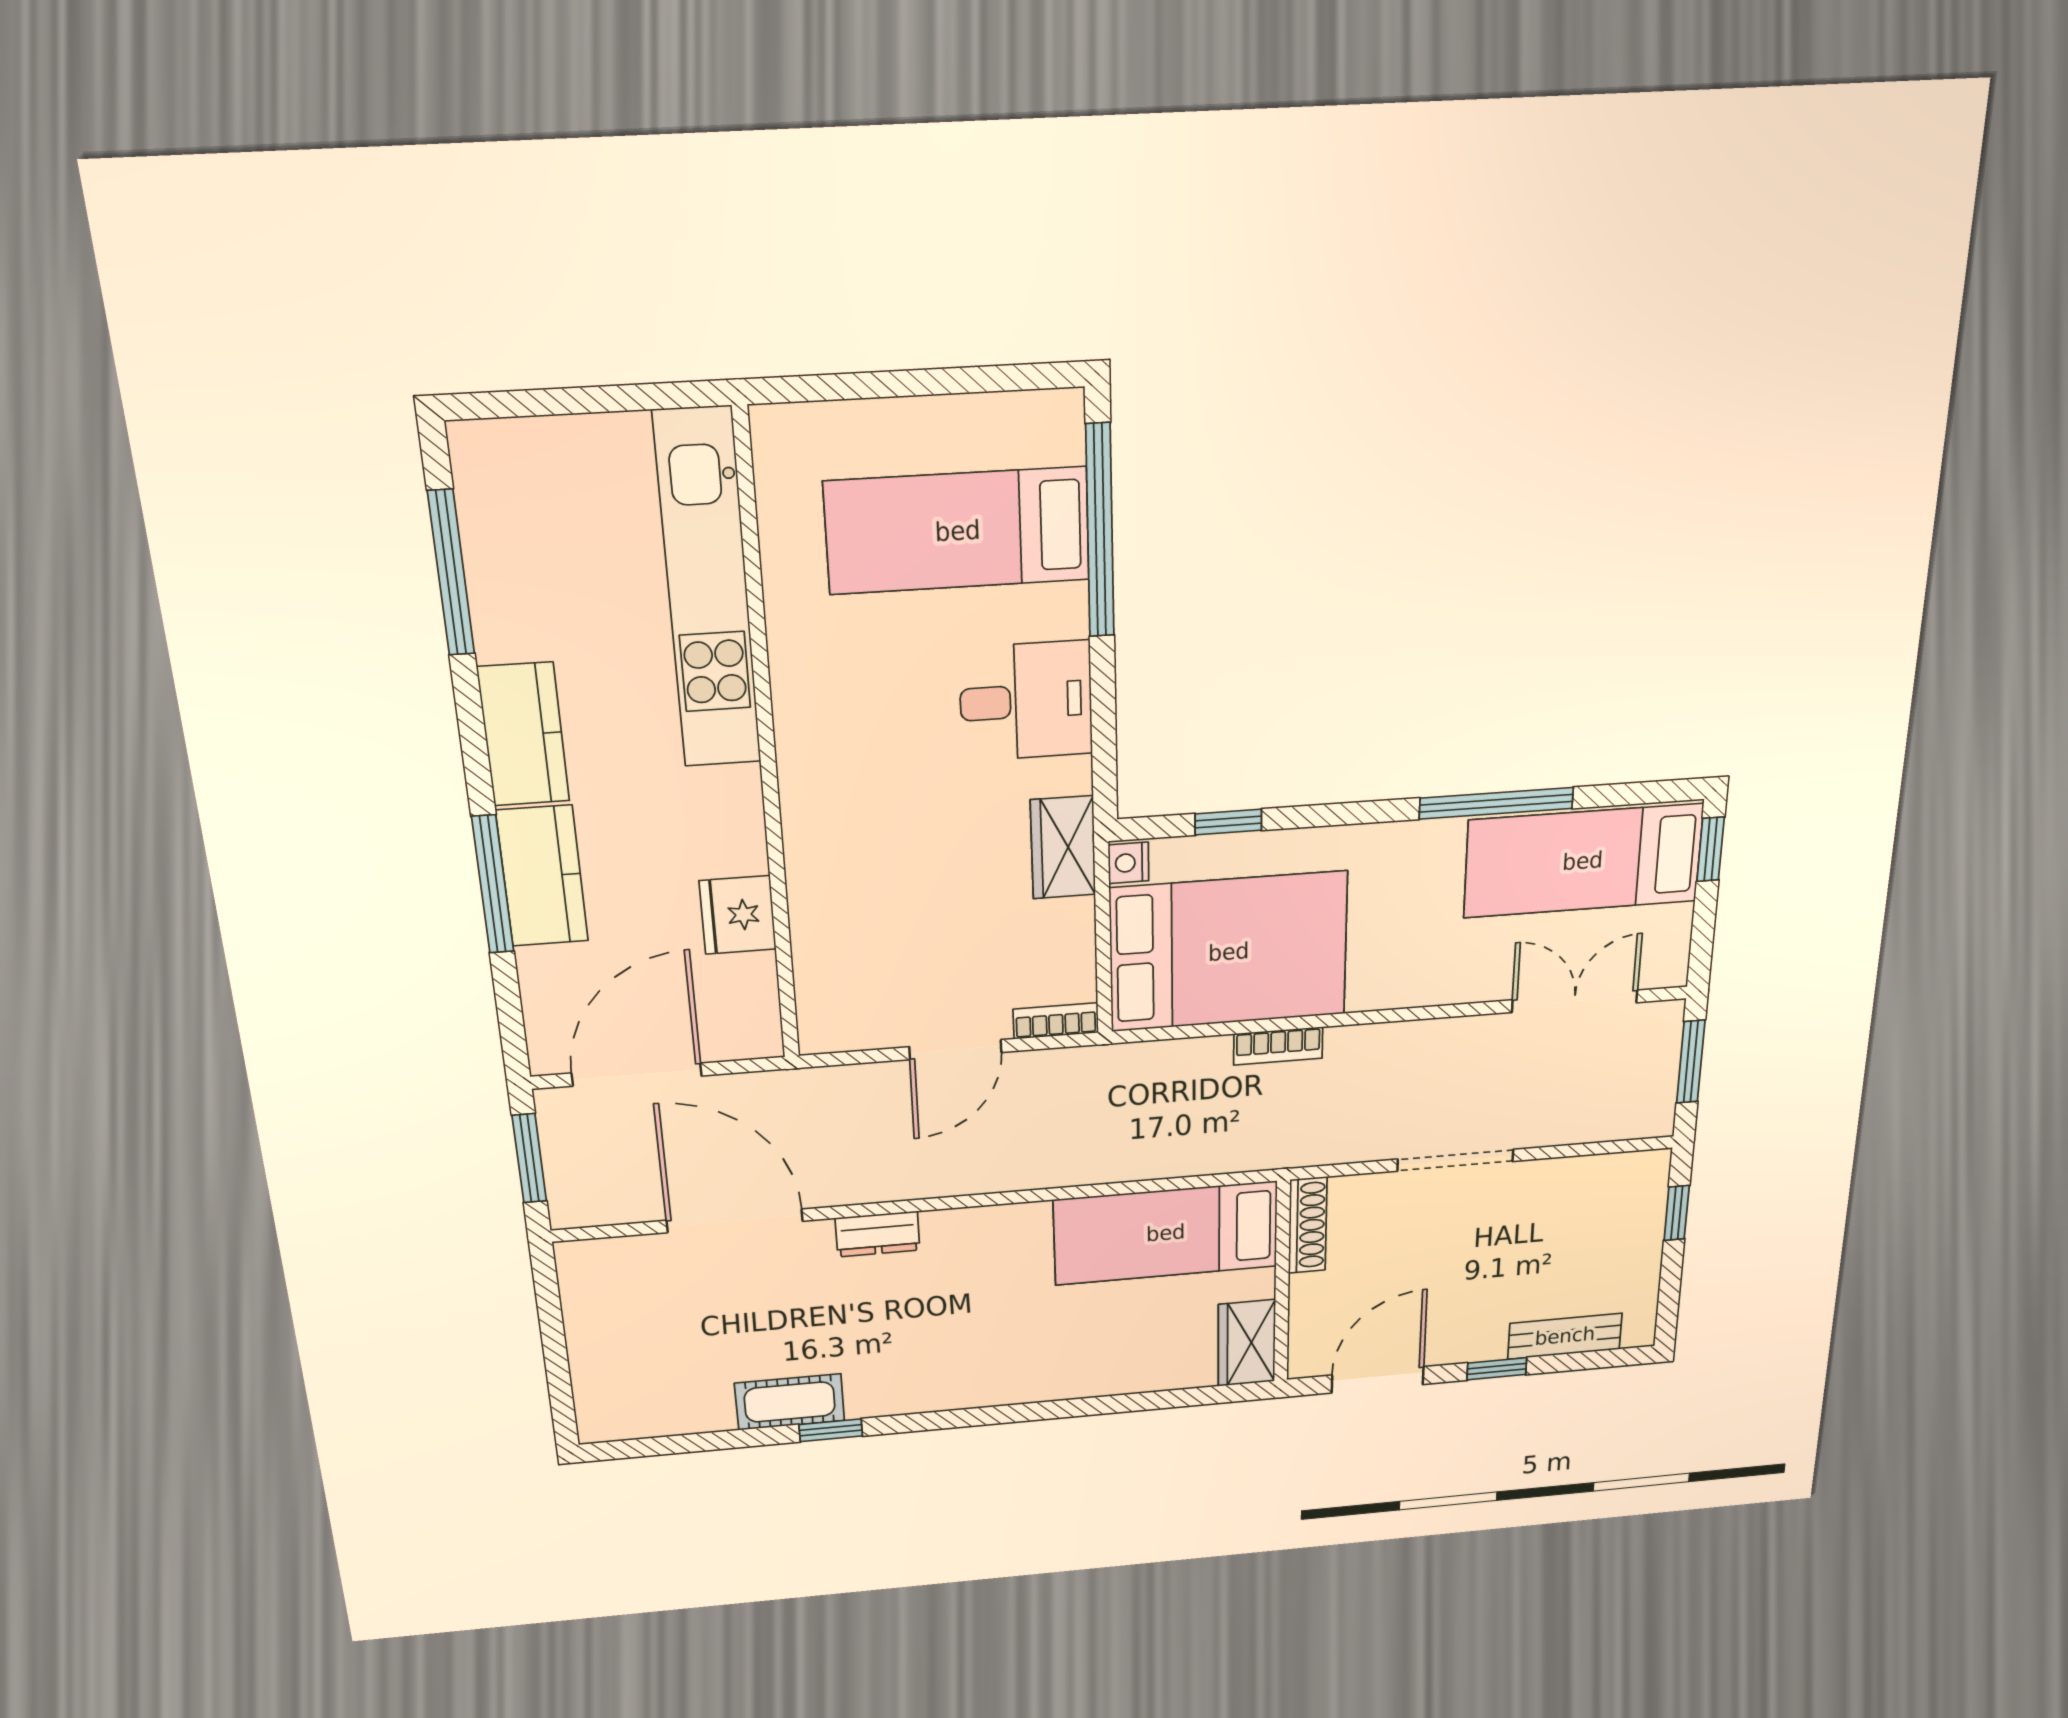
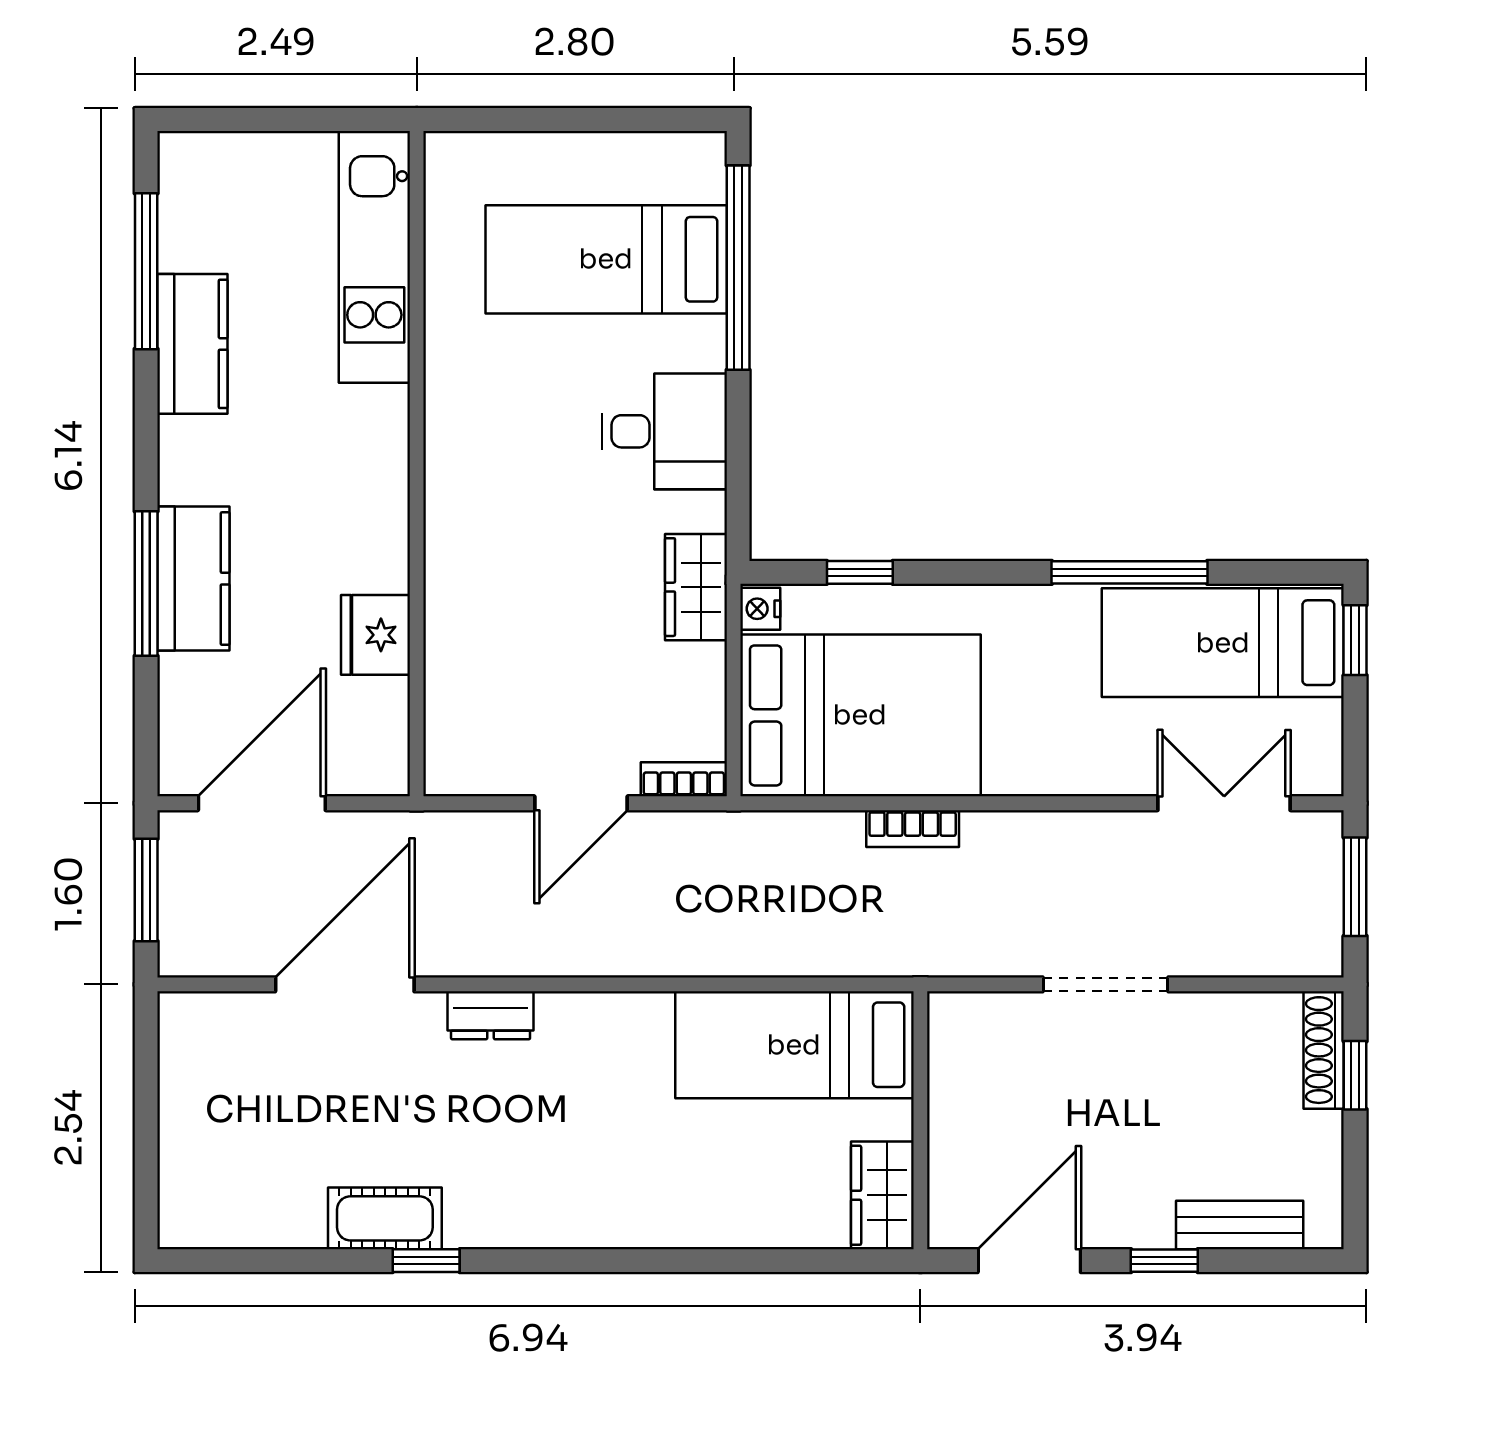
kitchen unit: (708, 591) -> (374, 257), width x0.73
kitchen counter: (523, 734) -> (192, 344), moved
door: (735, 1221) -> (345, 984), hinge flipped
shoe rack: (1308, 1225) -> (1324, 1050), moved, turned 180

